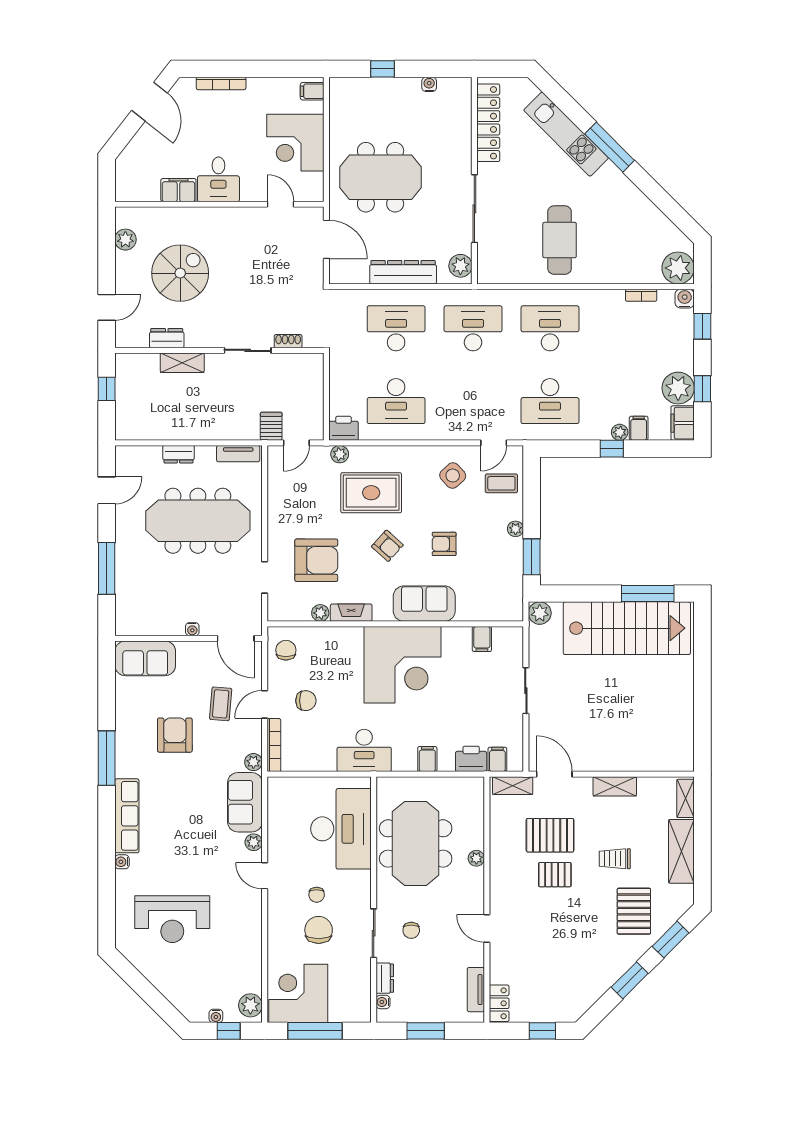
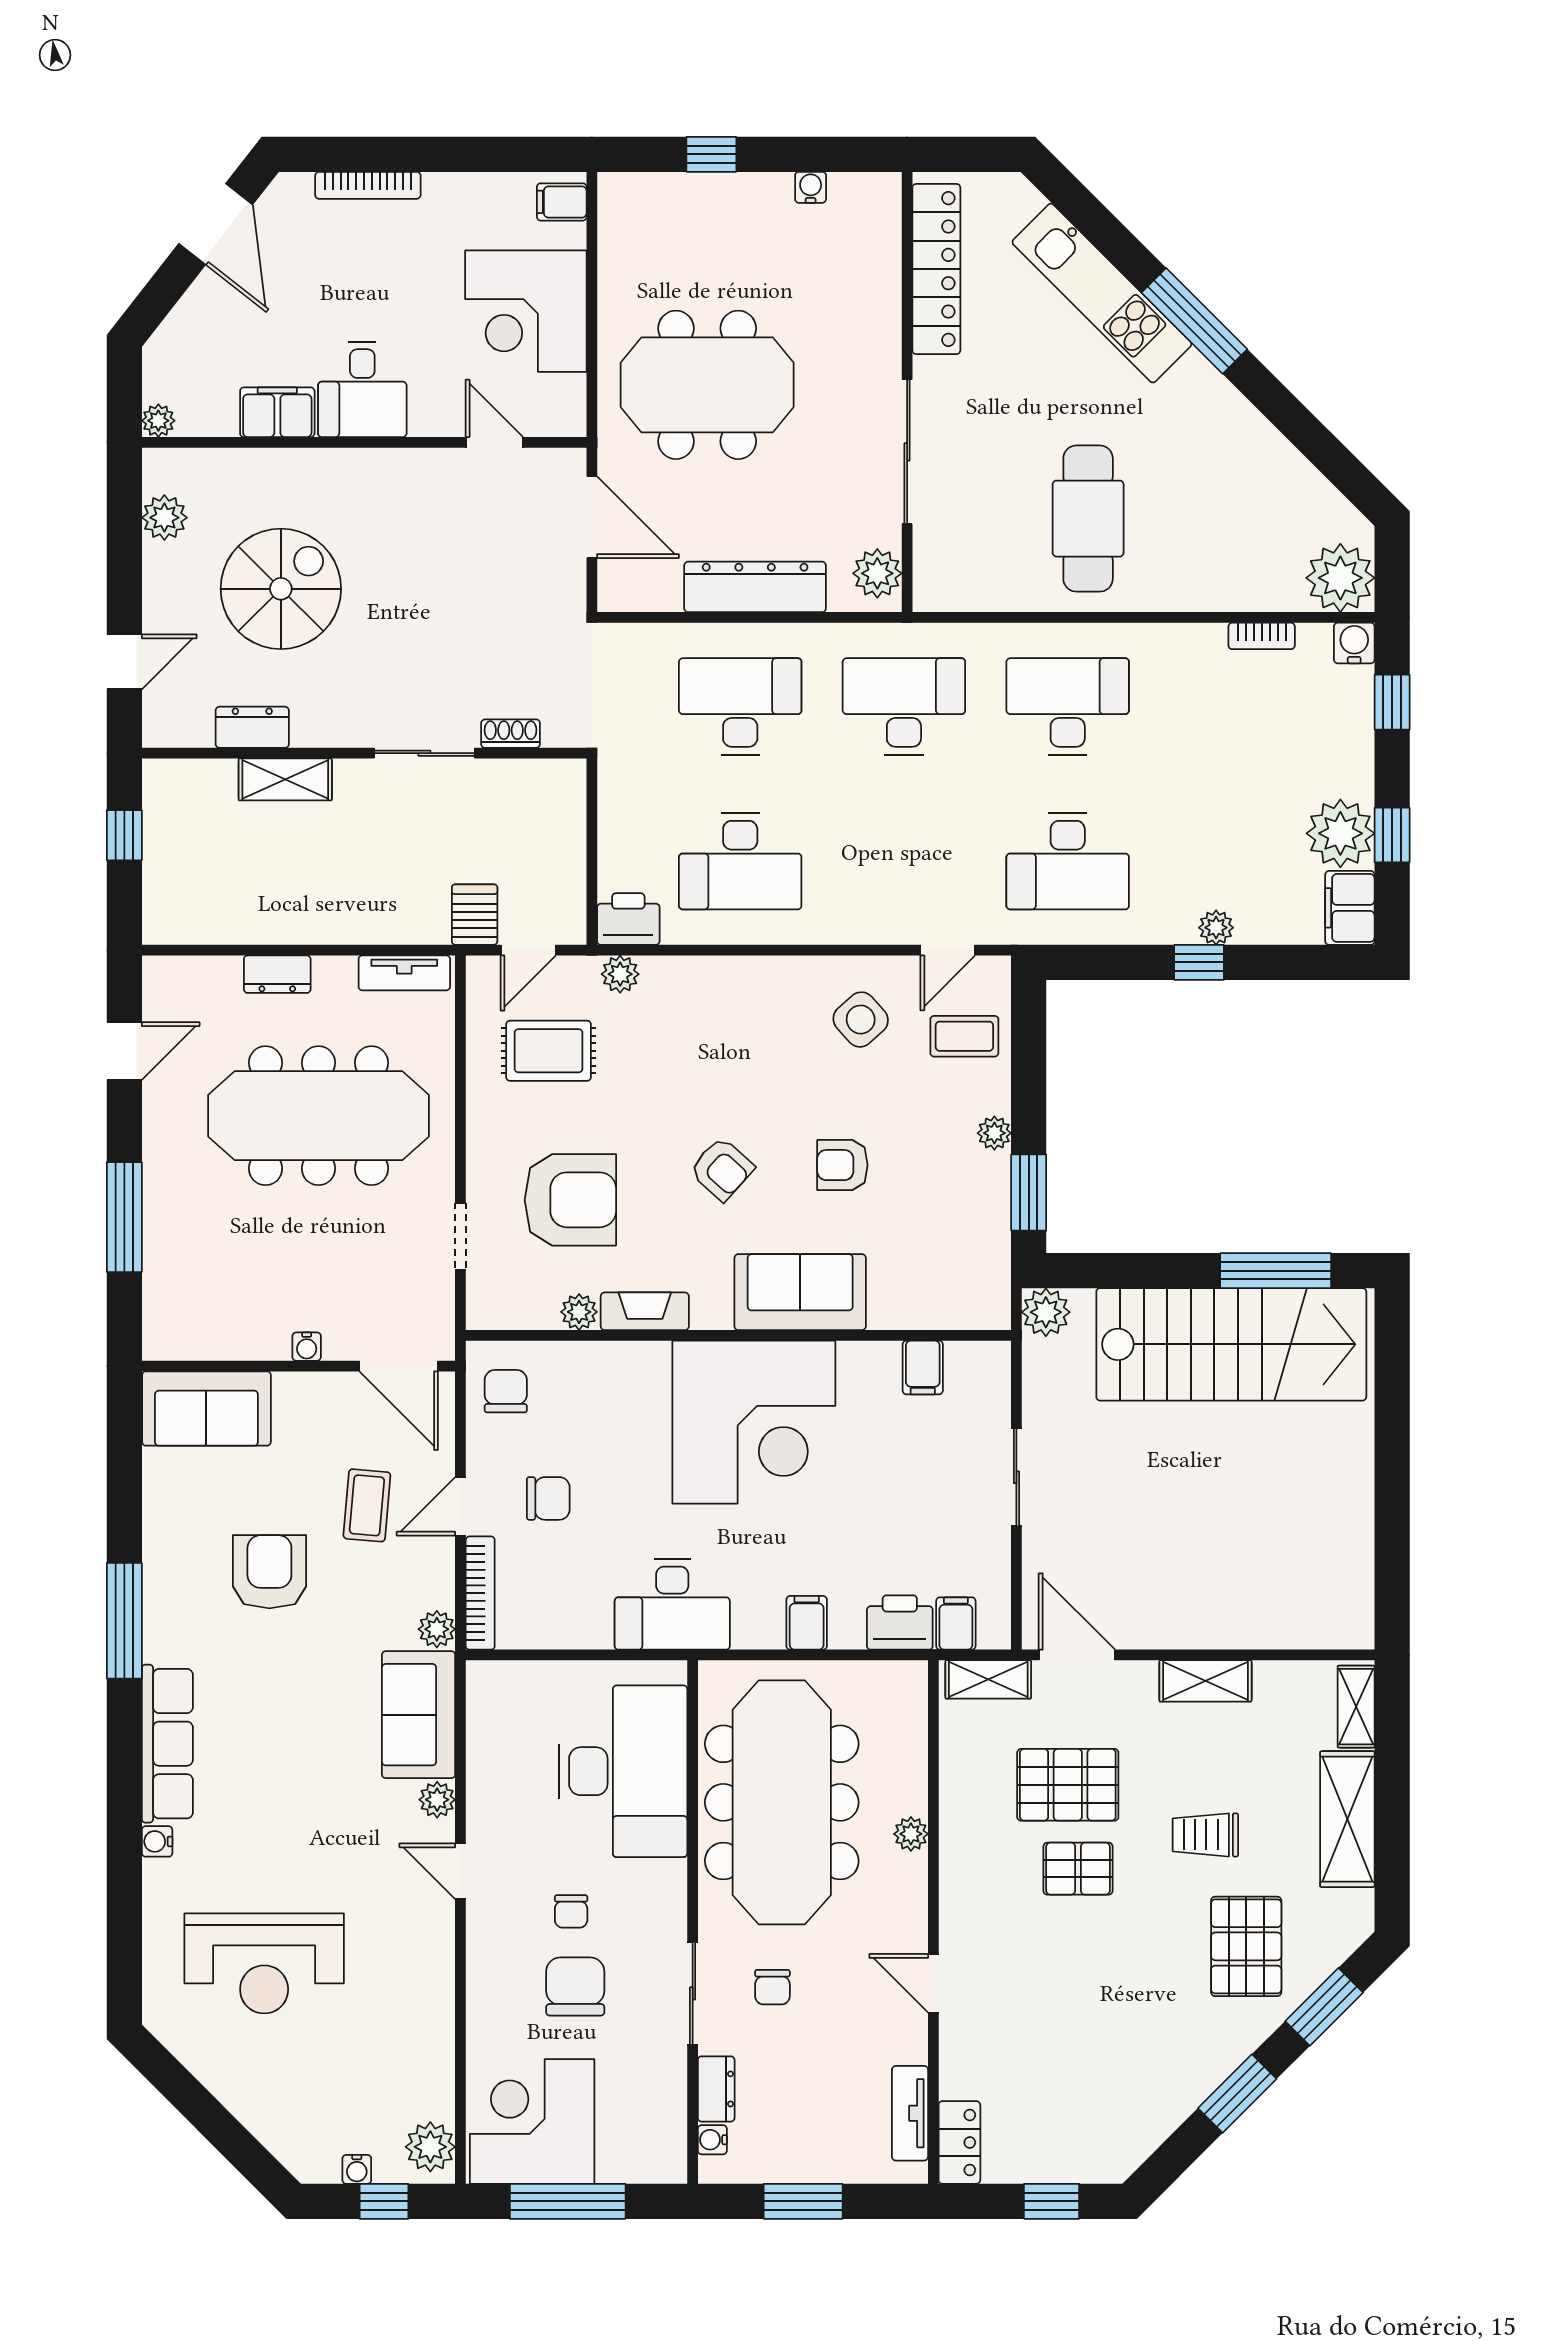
plant: (123, 194) -> (158, 421), added
filing cabinet: (639, 428) -> (1256, 919), removed
rug: (371, 493) -> (549, 1051), moved, width x0.73, depth x0.70
meeting table: (416, 843) -> (782, 1802), width x1.36

